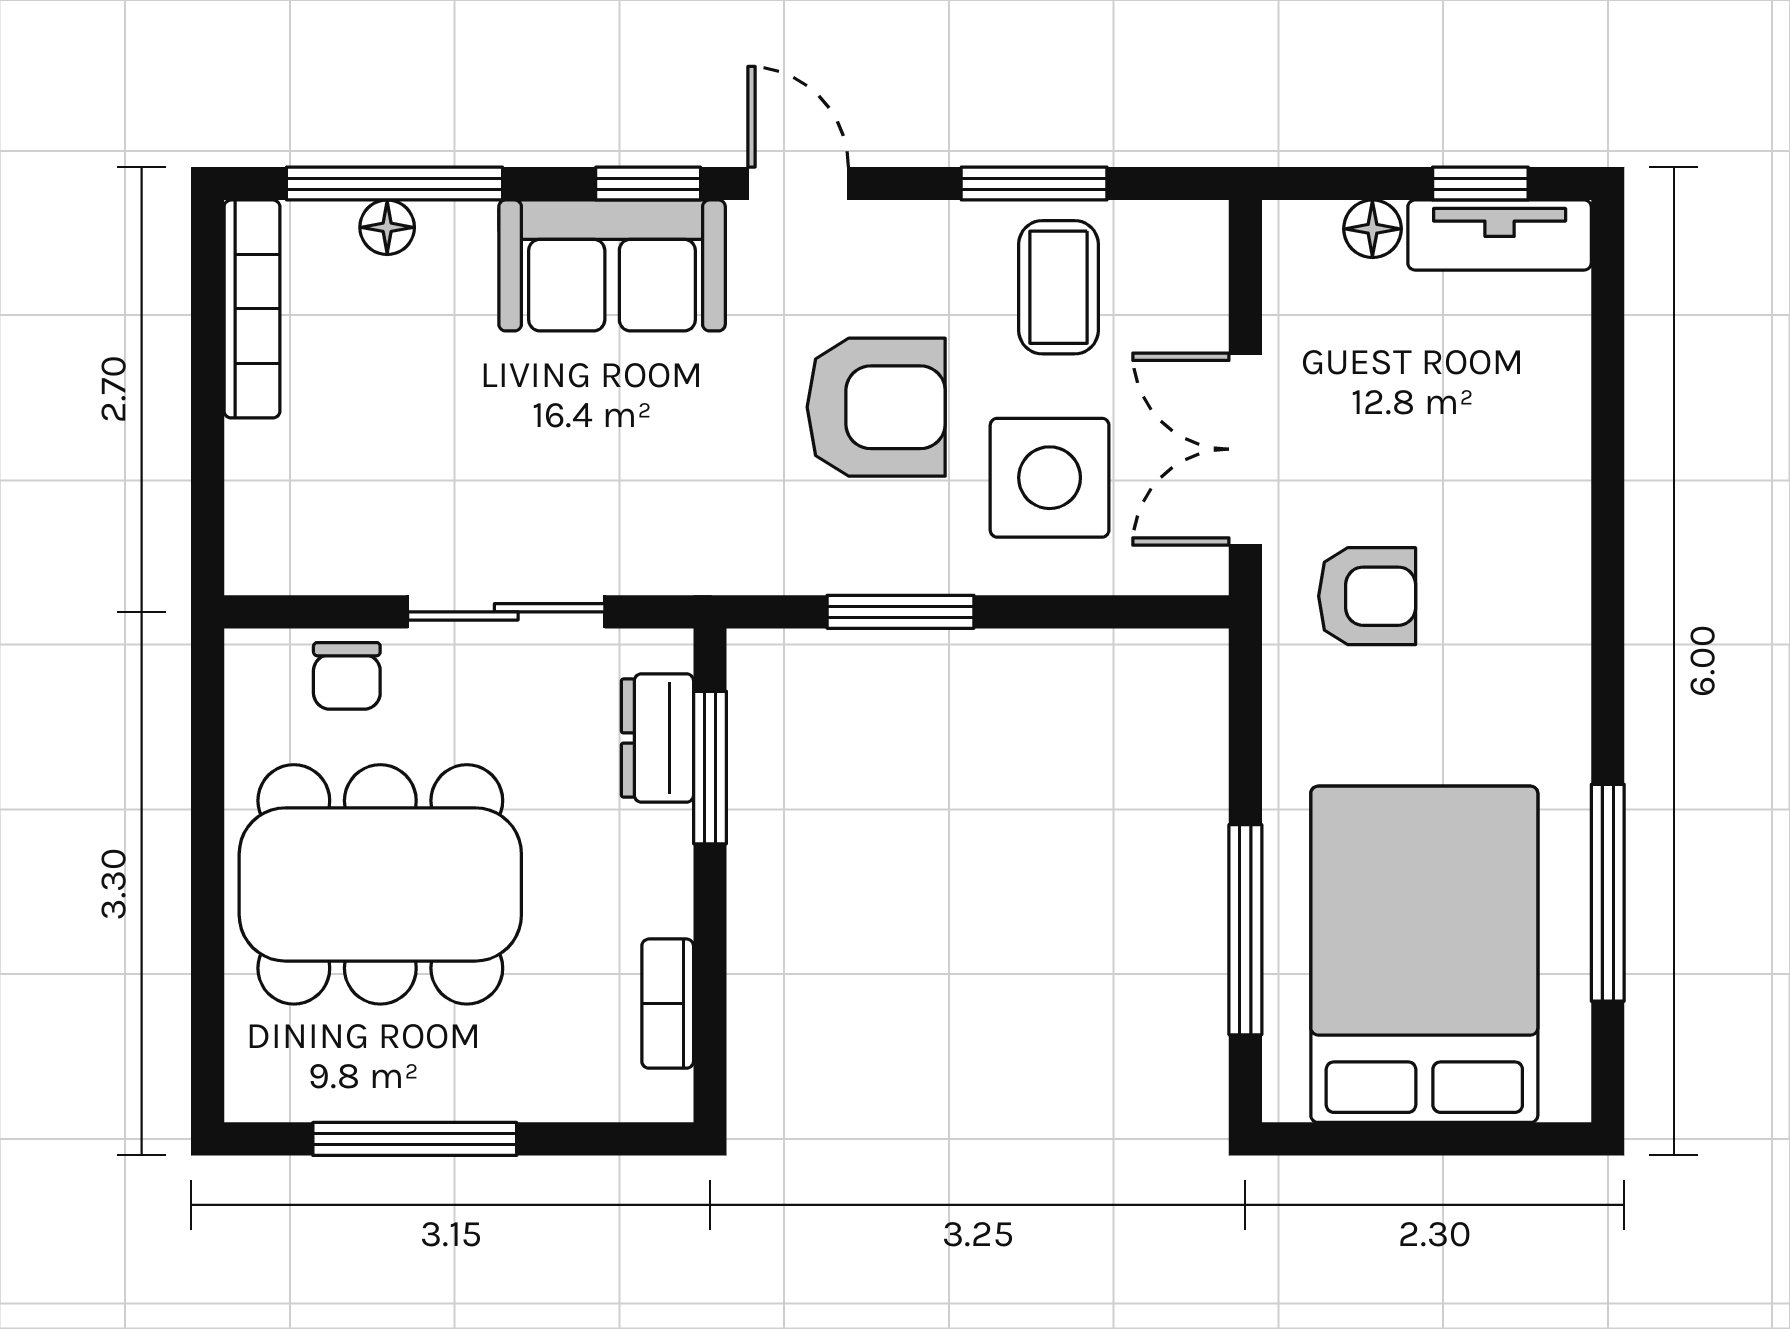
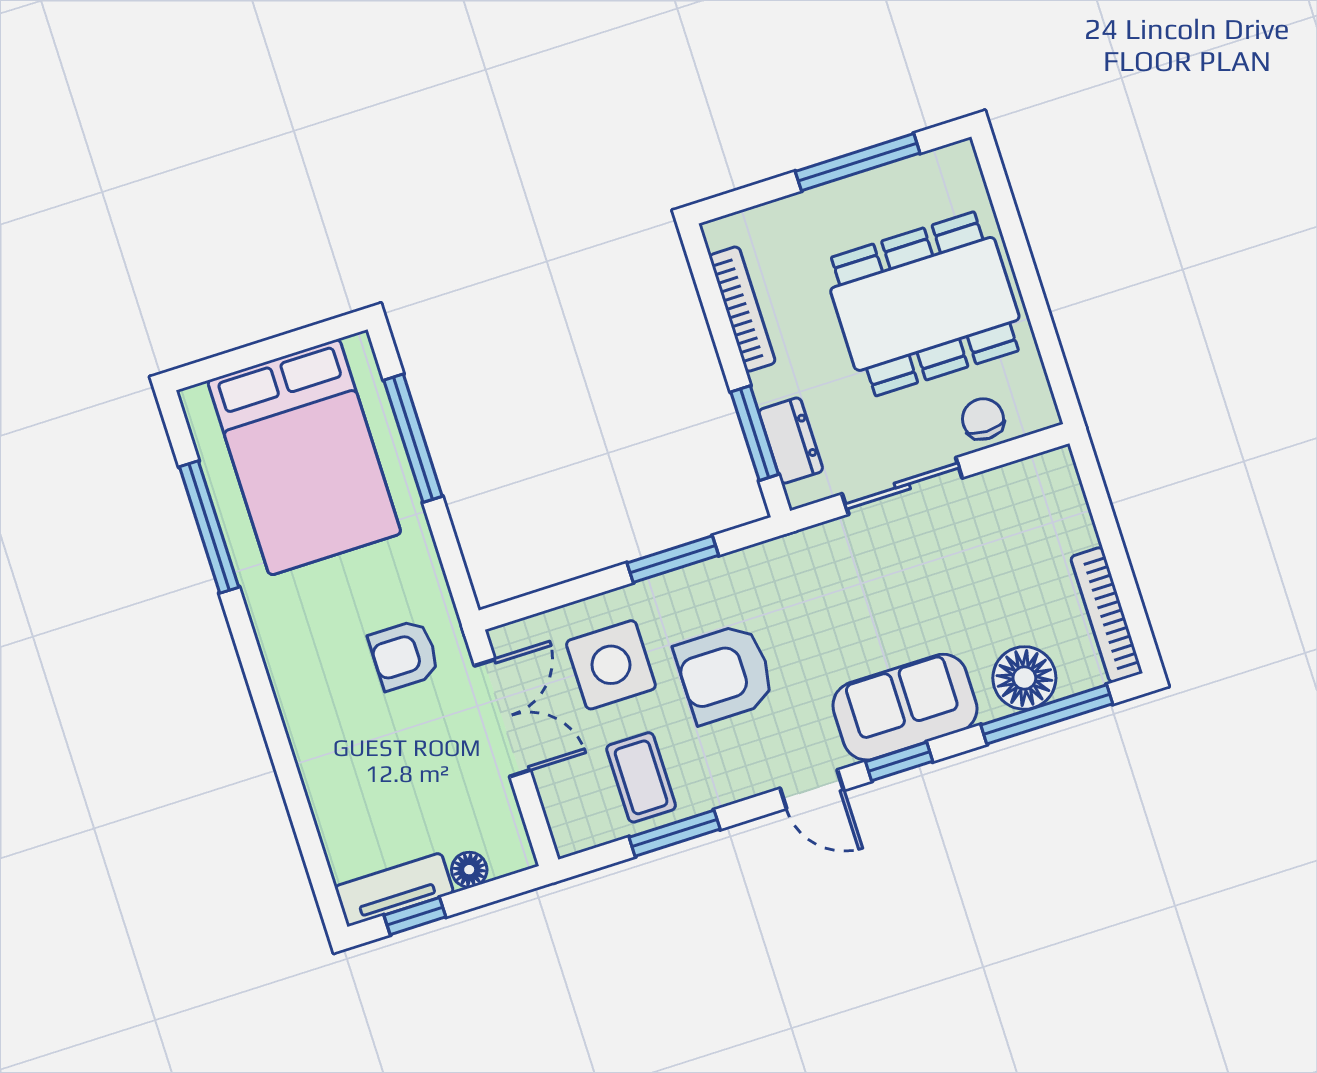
floor lamp: (387, 227) -> (1024, 678), width x1.89, depth x1.89
bookcase: (668, 1004) -> (742, 309), width x1.56

